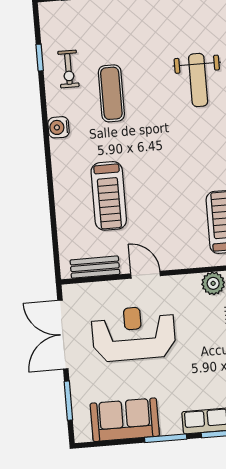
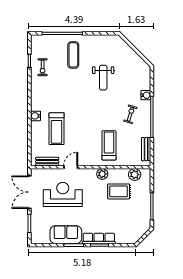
exercise mat: (111, 93) -> (73, 55), moved
water cooler: (59, 127) -> (36, 116), moved
door: (146, 275) -> (71, 167), hinge flipped
sofa: (125, 420) -> (66, 235), moved

